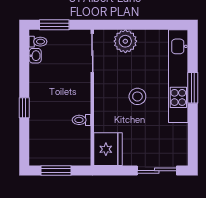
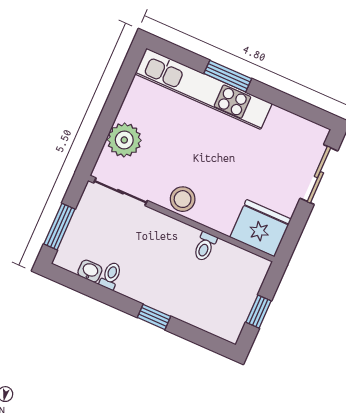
toilet: (38, 42) -> (111, 276), moved
stool: (137, 96) -> (183, 199), moved
window: (56, 171) -> (258, 312), width x0.67

